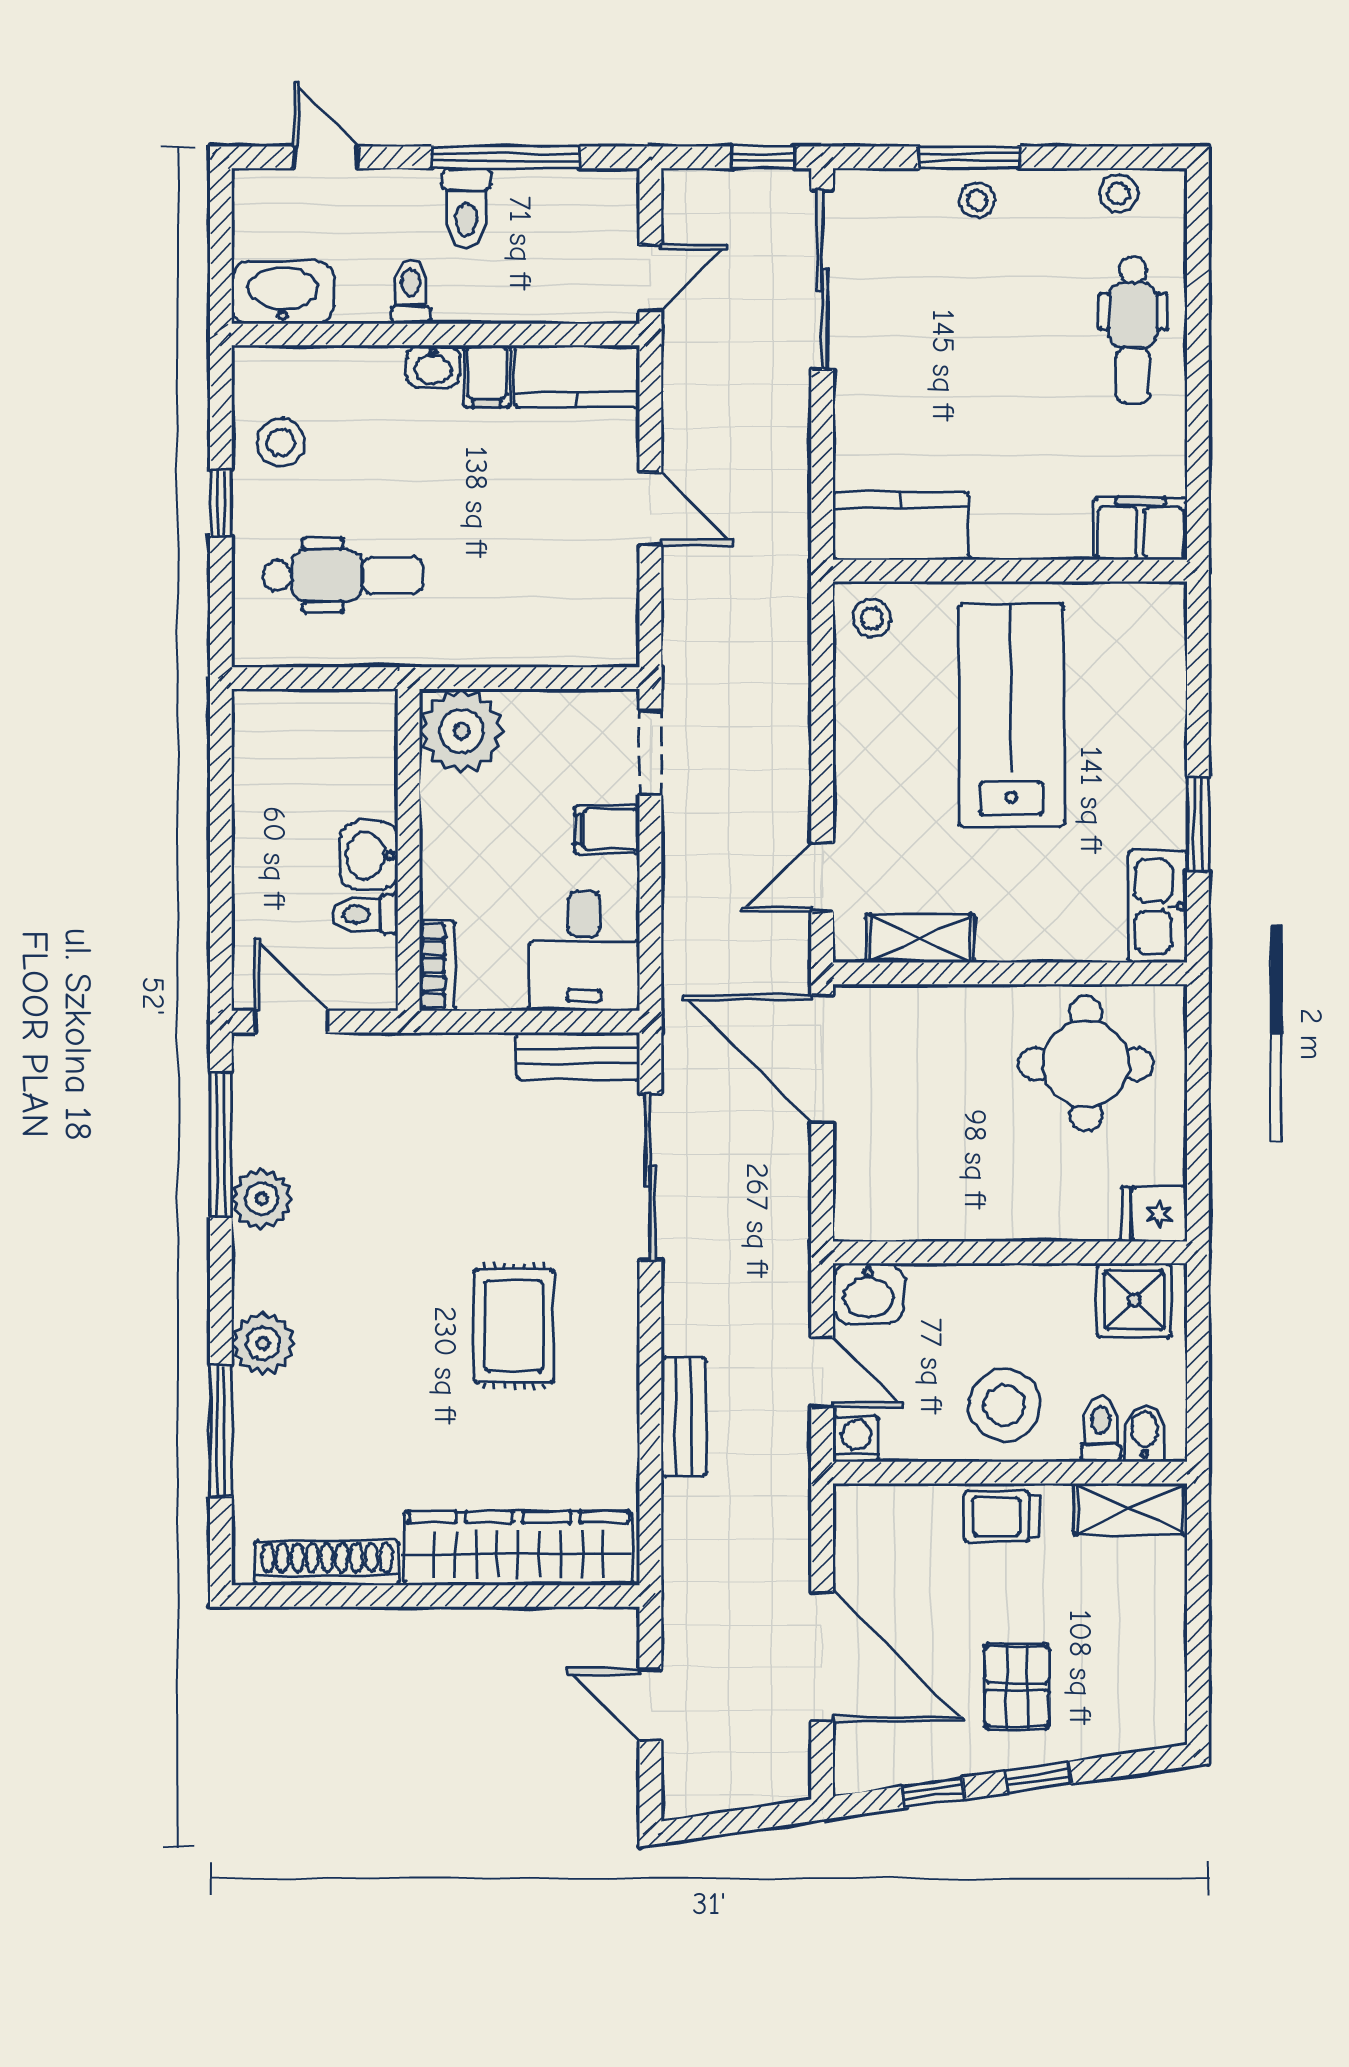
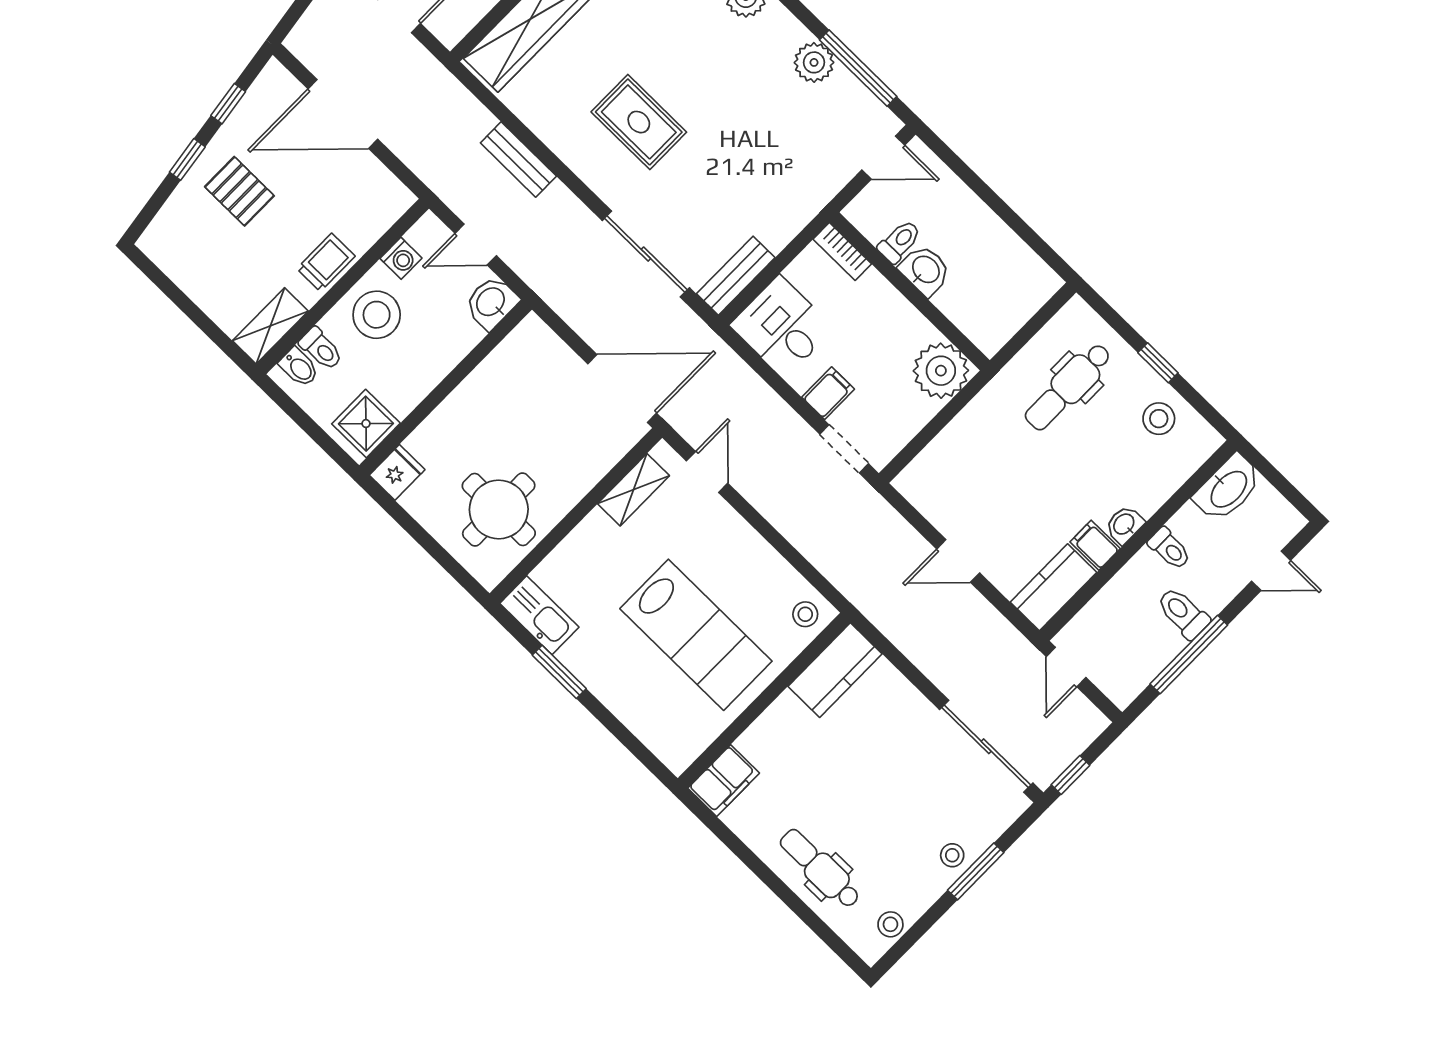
washing machine: (856, 1439) -> (401, 258), moved

